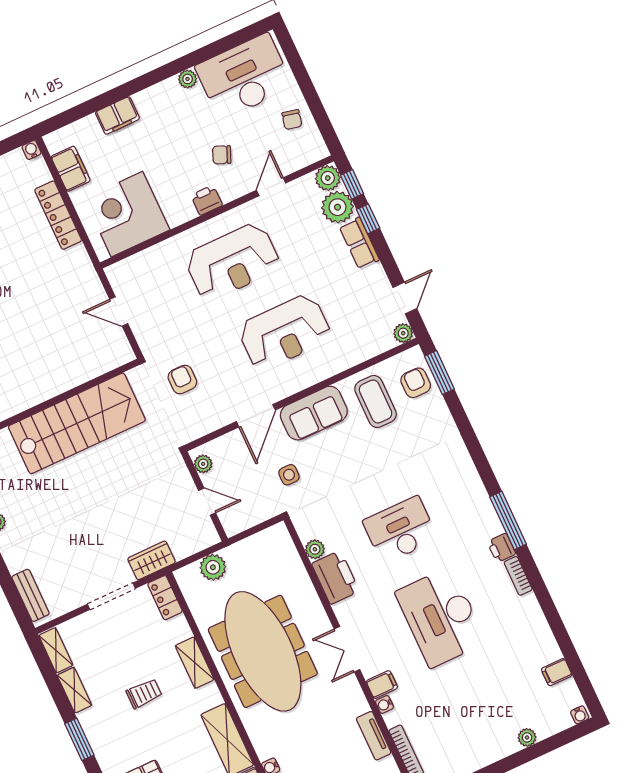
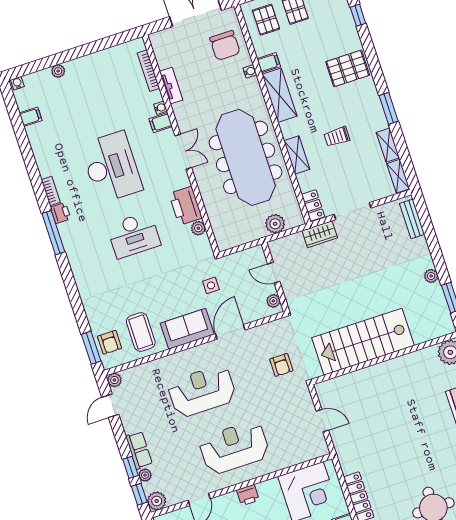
plant: (338, 207) -> (145, 475), width x0.53, depth x0.53

